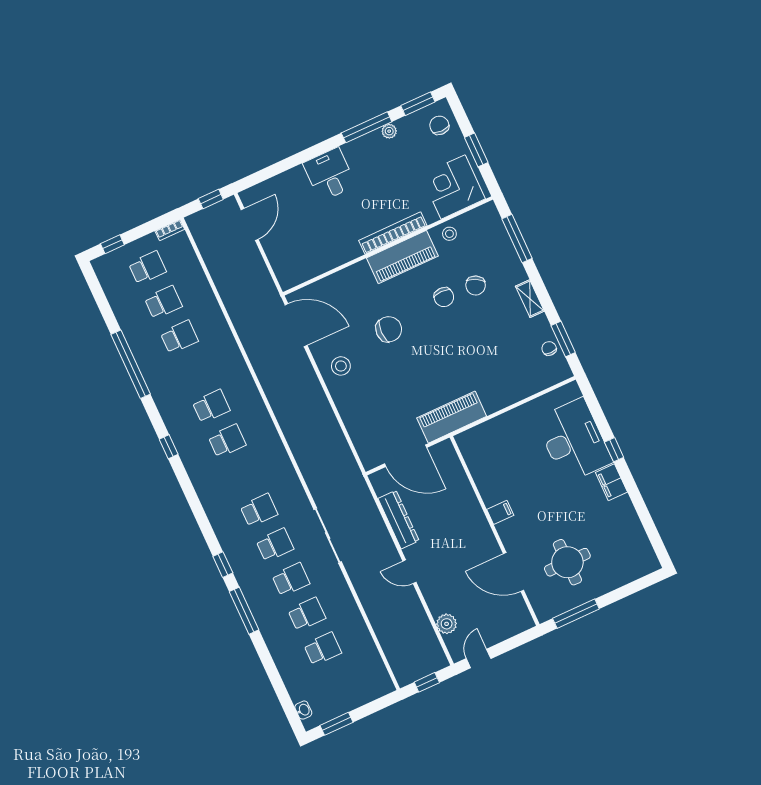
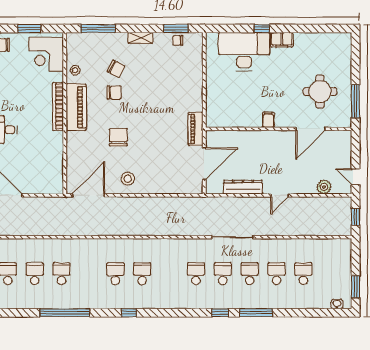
piano: (452, 417) -> (196, 129), width x0.73, depth x0.75

